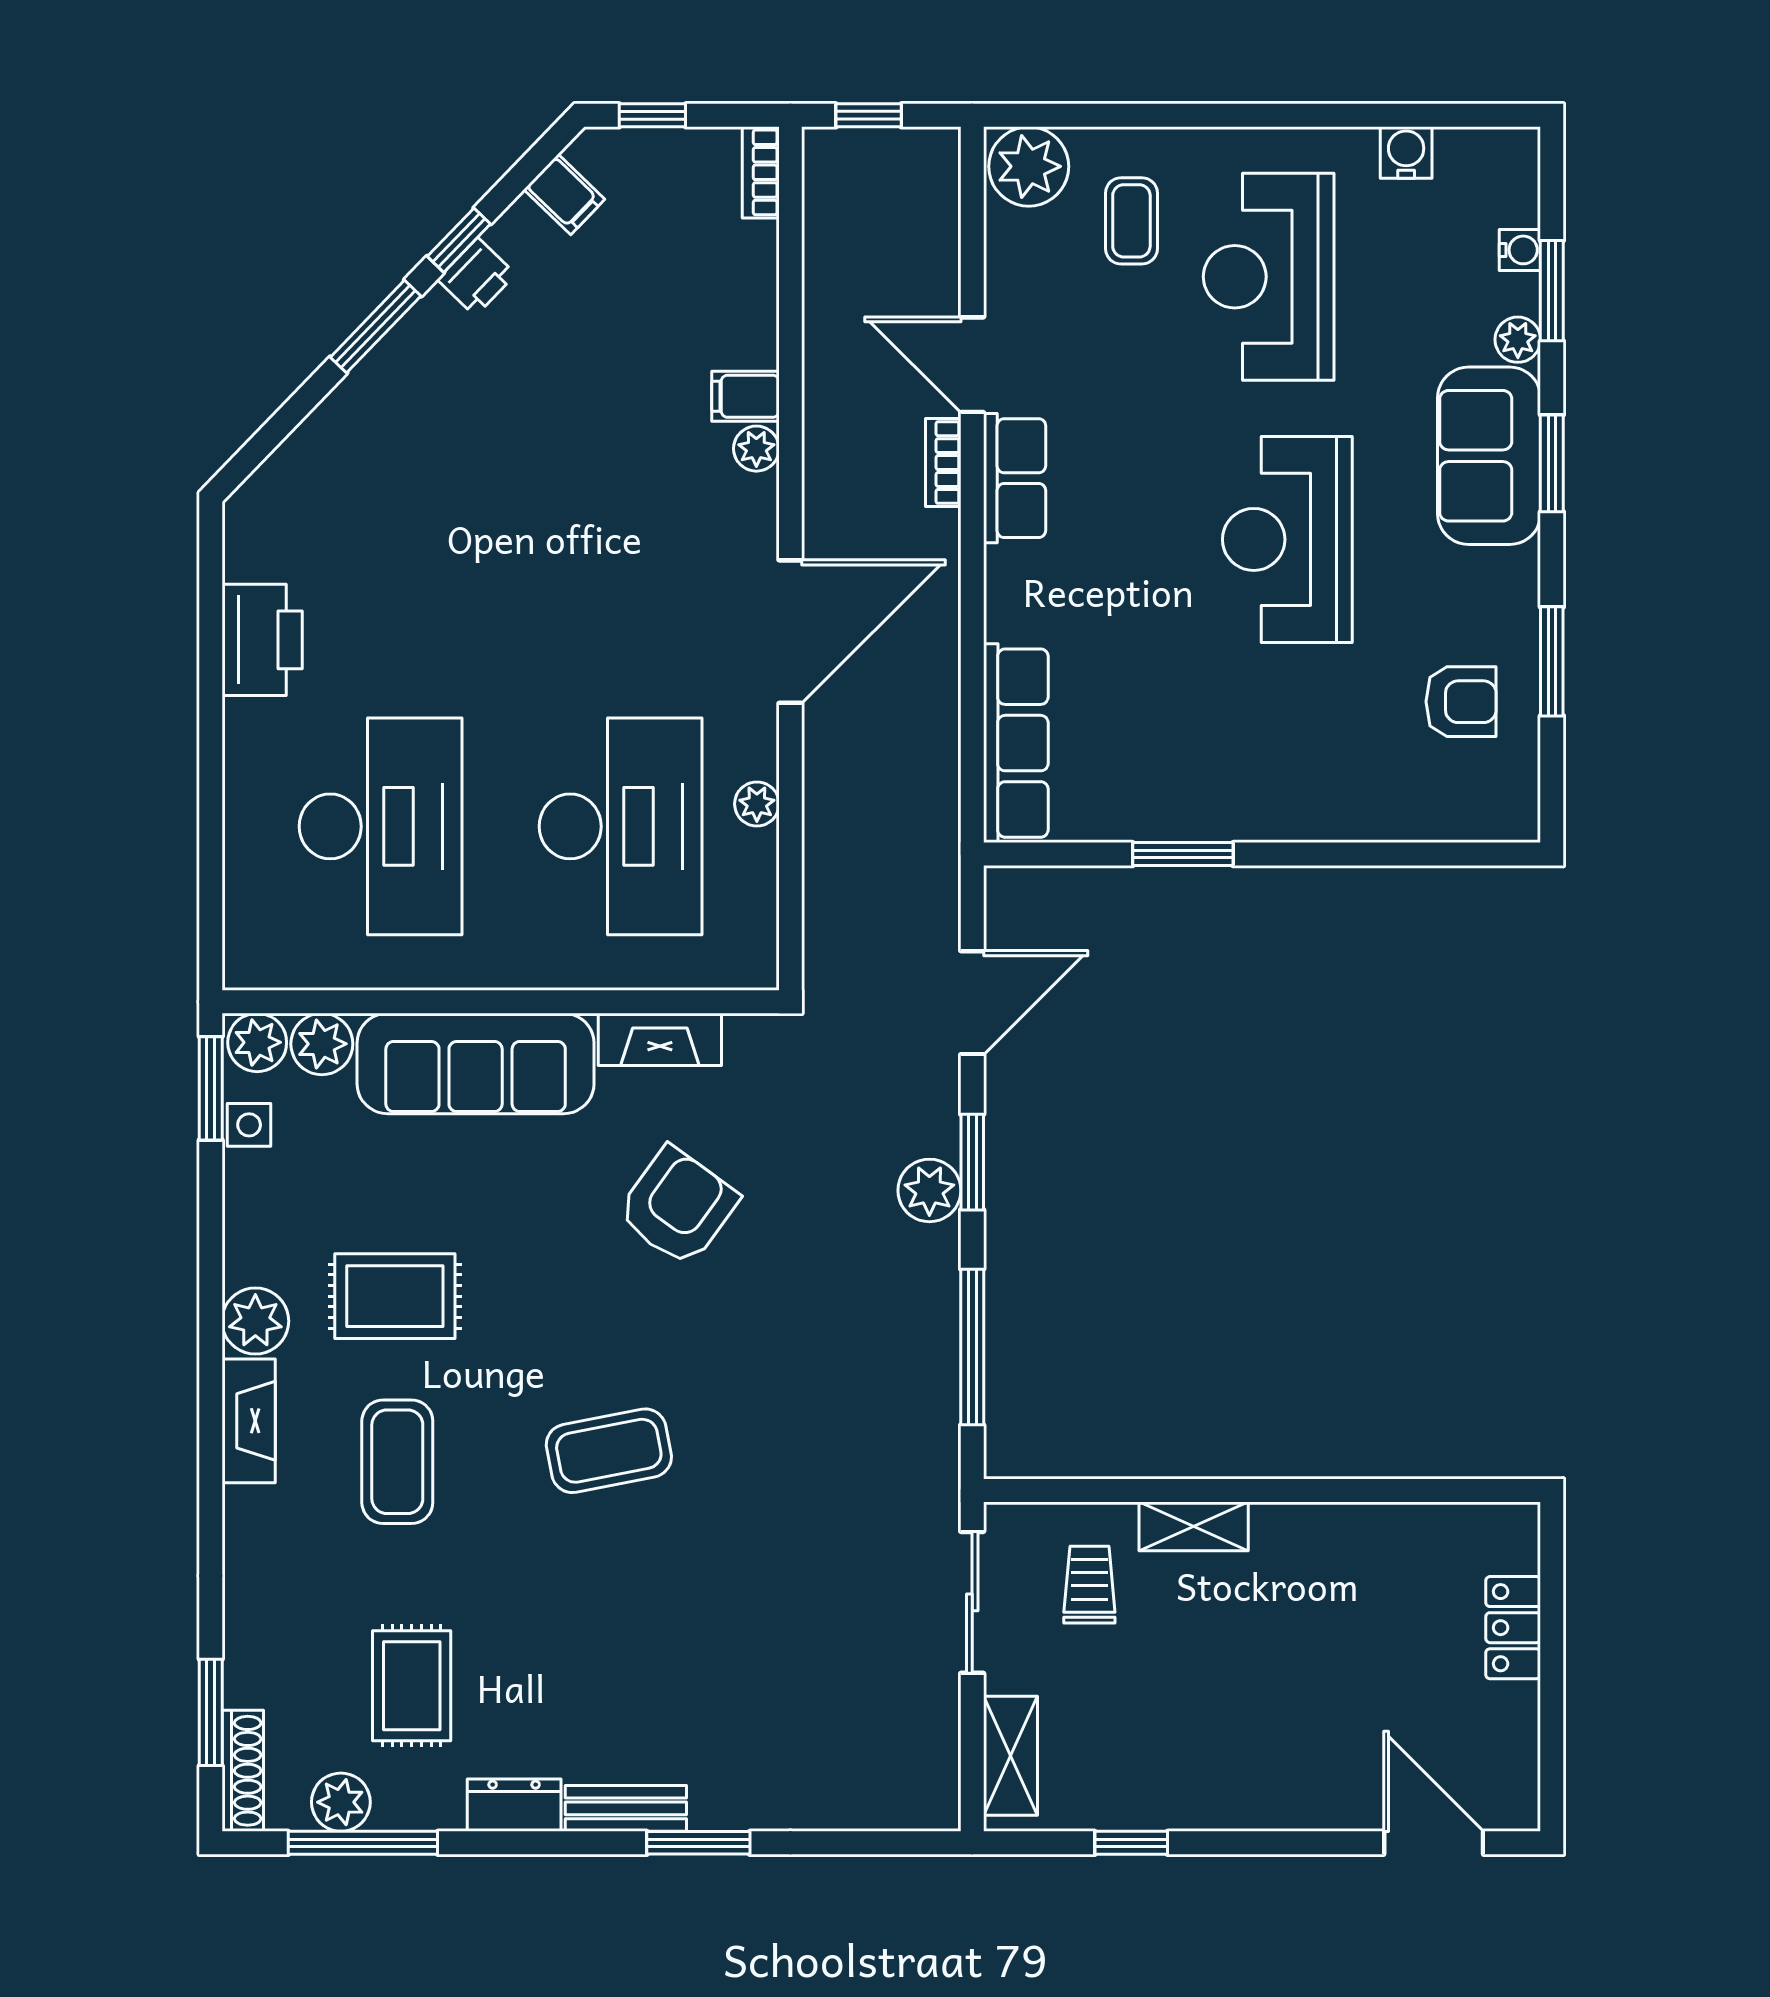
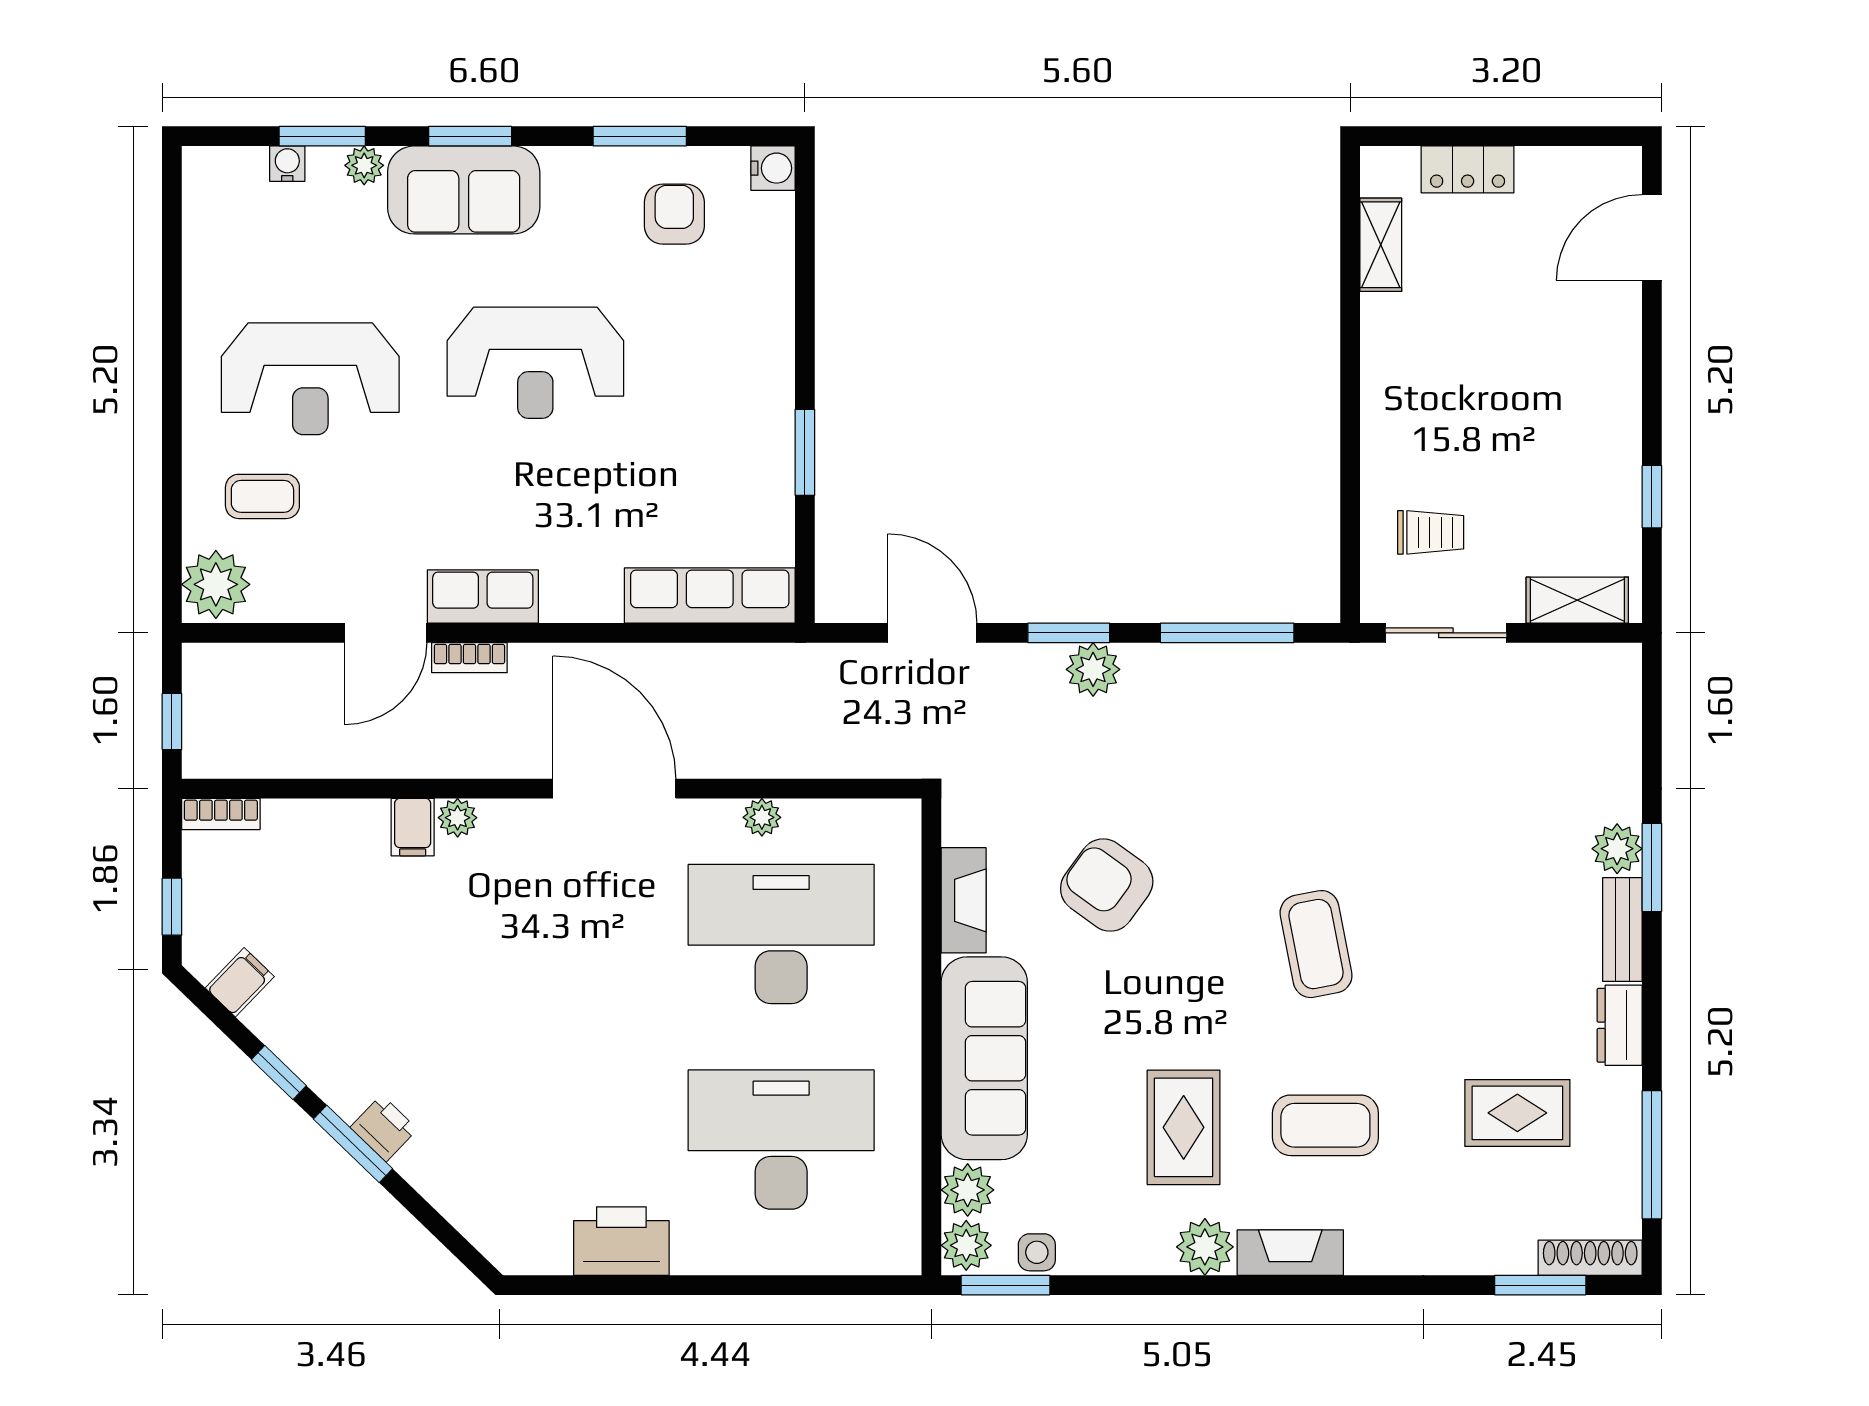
water cooler: (1406, 153) -> (773, 168), moved, turned 180
printer: (476, 277) -> (384, 1128), moved
shelving: (1194, 1526) -> (1381, 245), moved
trolley: (1089, 1585) -> (1431, 532), turned 180
plant: (341, 1802) -> (1617, 849), moved

